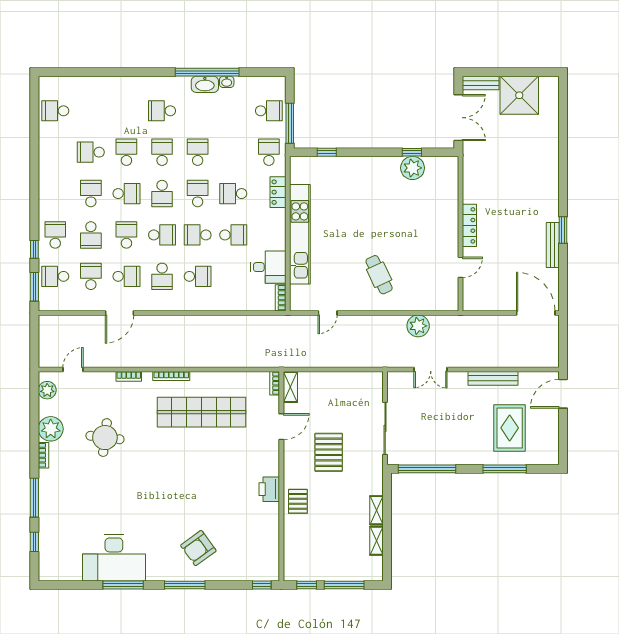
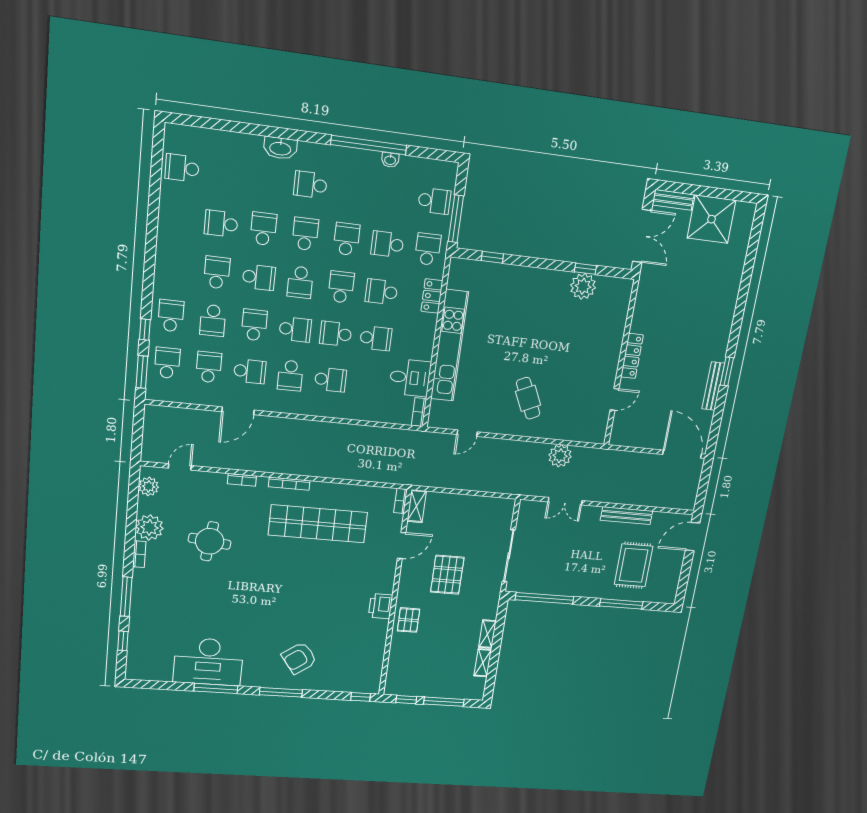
washbasin: (205, 84) -> (280, 148), moved
school desk: (233, 152) -> (387, 244), added
school desk: (55, 276) -> (167, 363), turned 90

